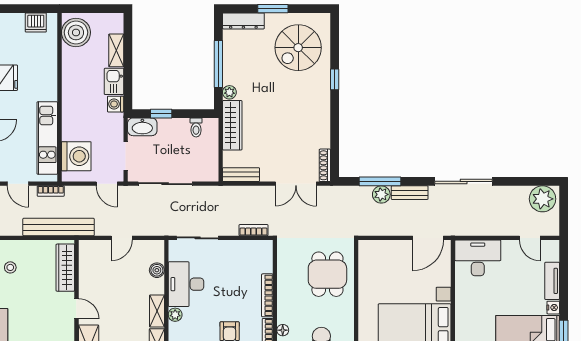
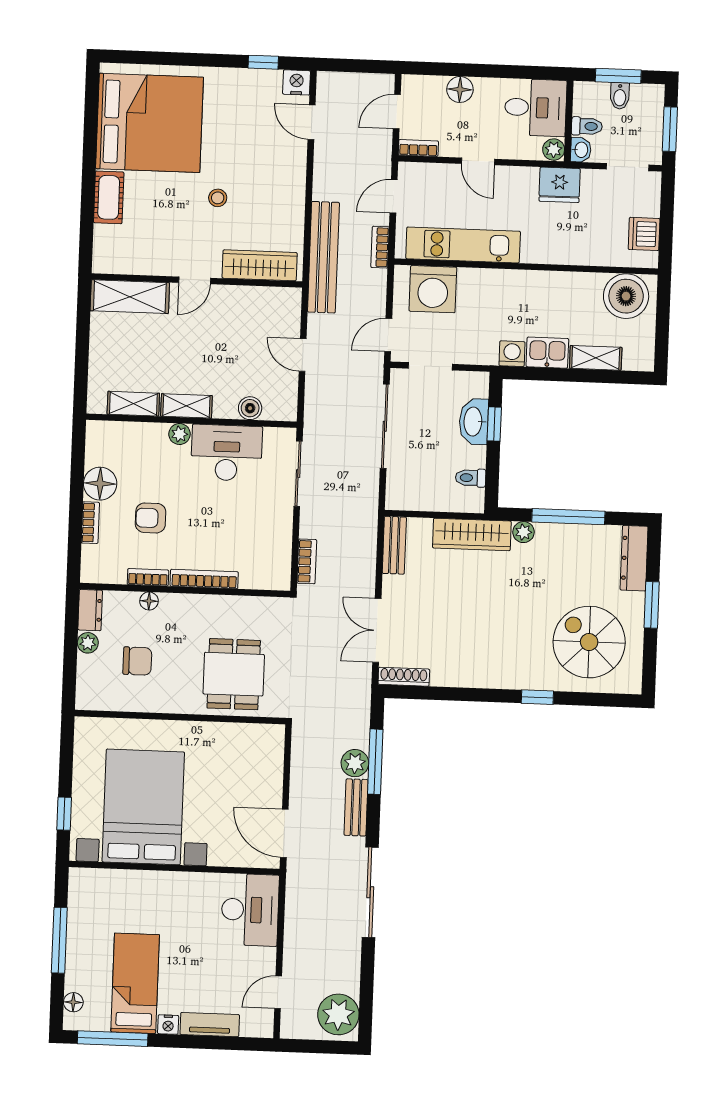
washbasin: (142, 127) -> (474, 422), moved
stool: (10, 267) -> (218, 198), moved
dining table: (327, 274) -> (234, 674), turned 90

